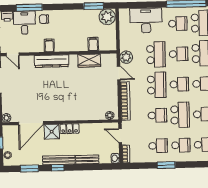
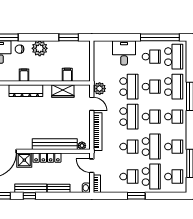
plant: (107, 17) -> (40, 48), moved
desk: (146, 20) -> (124, 53), width x0.73
bench: (82, 115) -> (55, 144), added
locker: (70, 129) -> (47, 158), width x1.53
school desk: (181, 145) -> (151, 177), width x1.85

